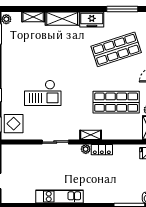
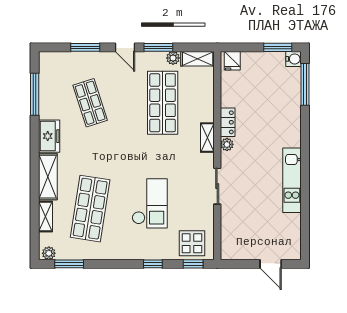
shop shelf: (39, 49) -> (90, 209), added
shop shelf: (116, 49) -> (90, 103), width x0.70, depth x0.74

